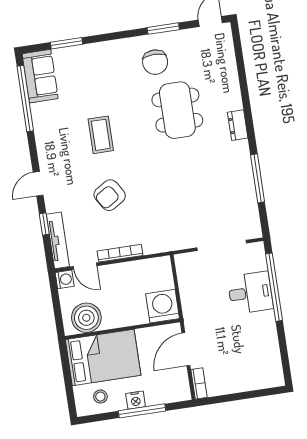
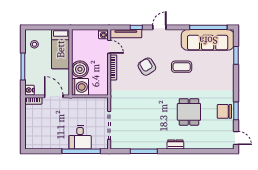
chair: (155, 62) -> (224, 111), moved
sofa: (40, 76) -> (208, 40), width x1.85, depth x1.27
dining table: (177, 110) -> (189, 112), width x0.73
door: (38, 184) -> (159, 27), hinge flipped
door: (85, 266) -> (109, 47), swing flipped
boiler: (86, 318) -> (80, 69), moved
bed: (103, 357) -> (61, 49), width x0.67
nightstand: (136, 400) -> (29, 90), moved

